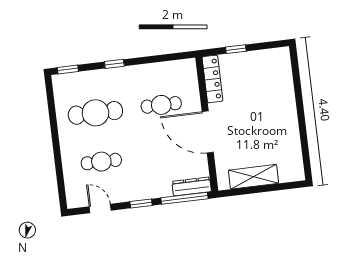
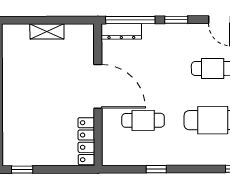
window: (236, 49) -> (22, 170), moved
window: (114, 64) -> (156, 169), moved
shelving: (254, 177) -> (47, 31), width x0.67, depth x0.75

